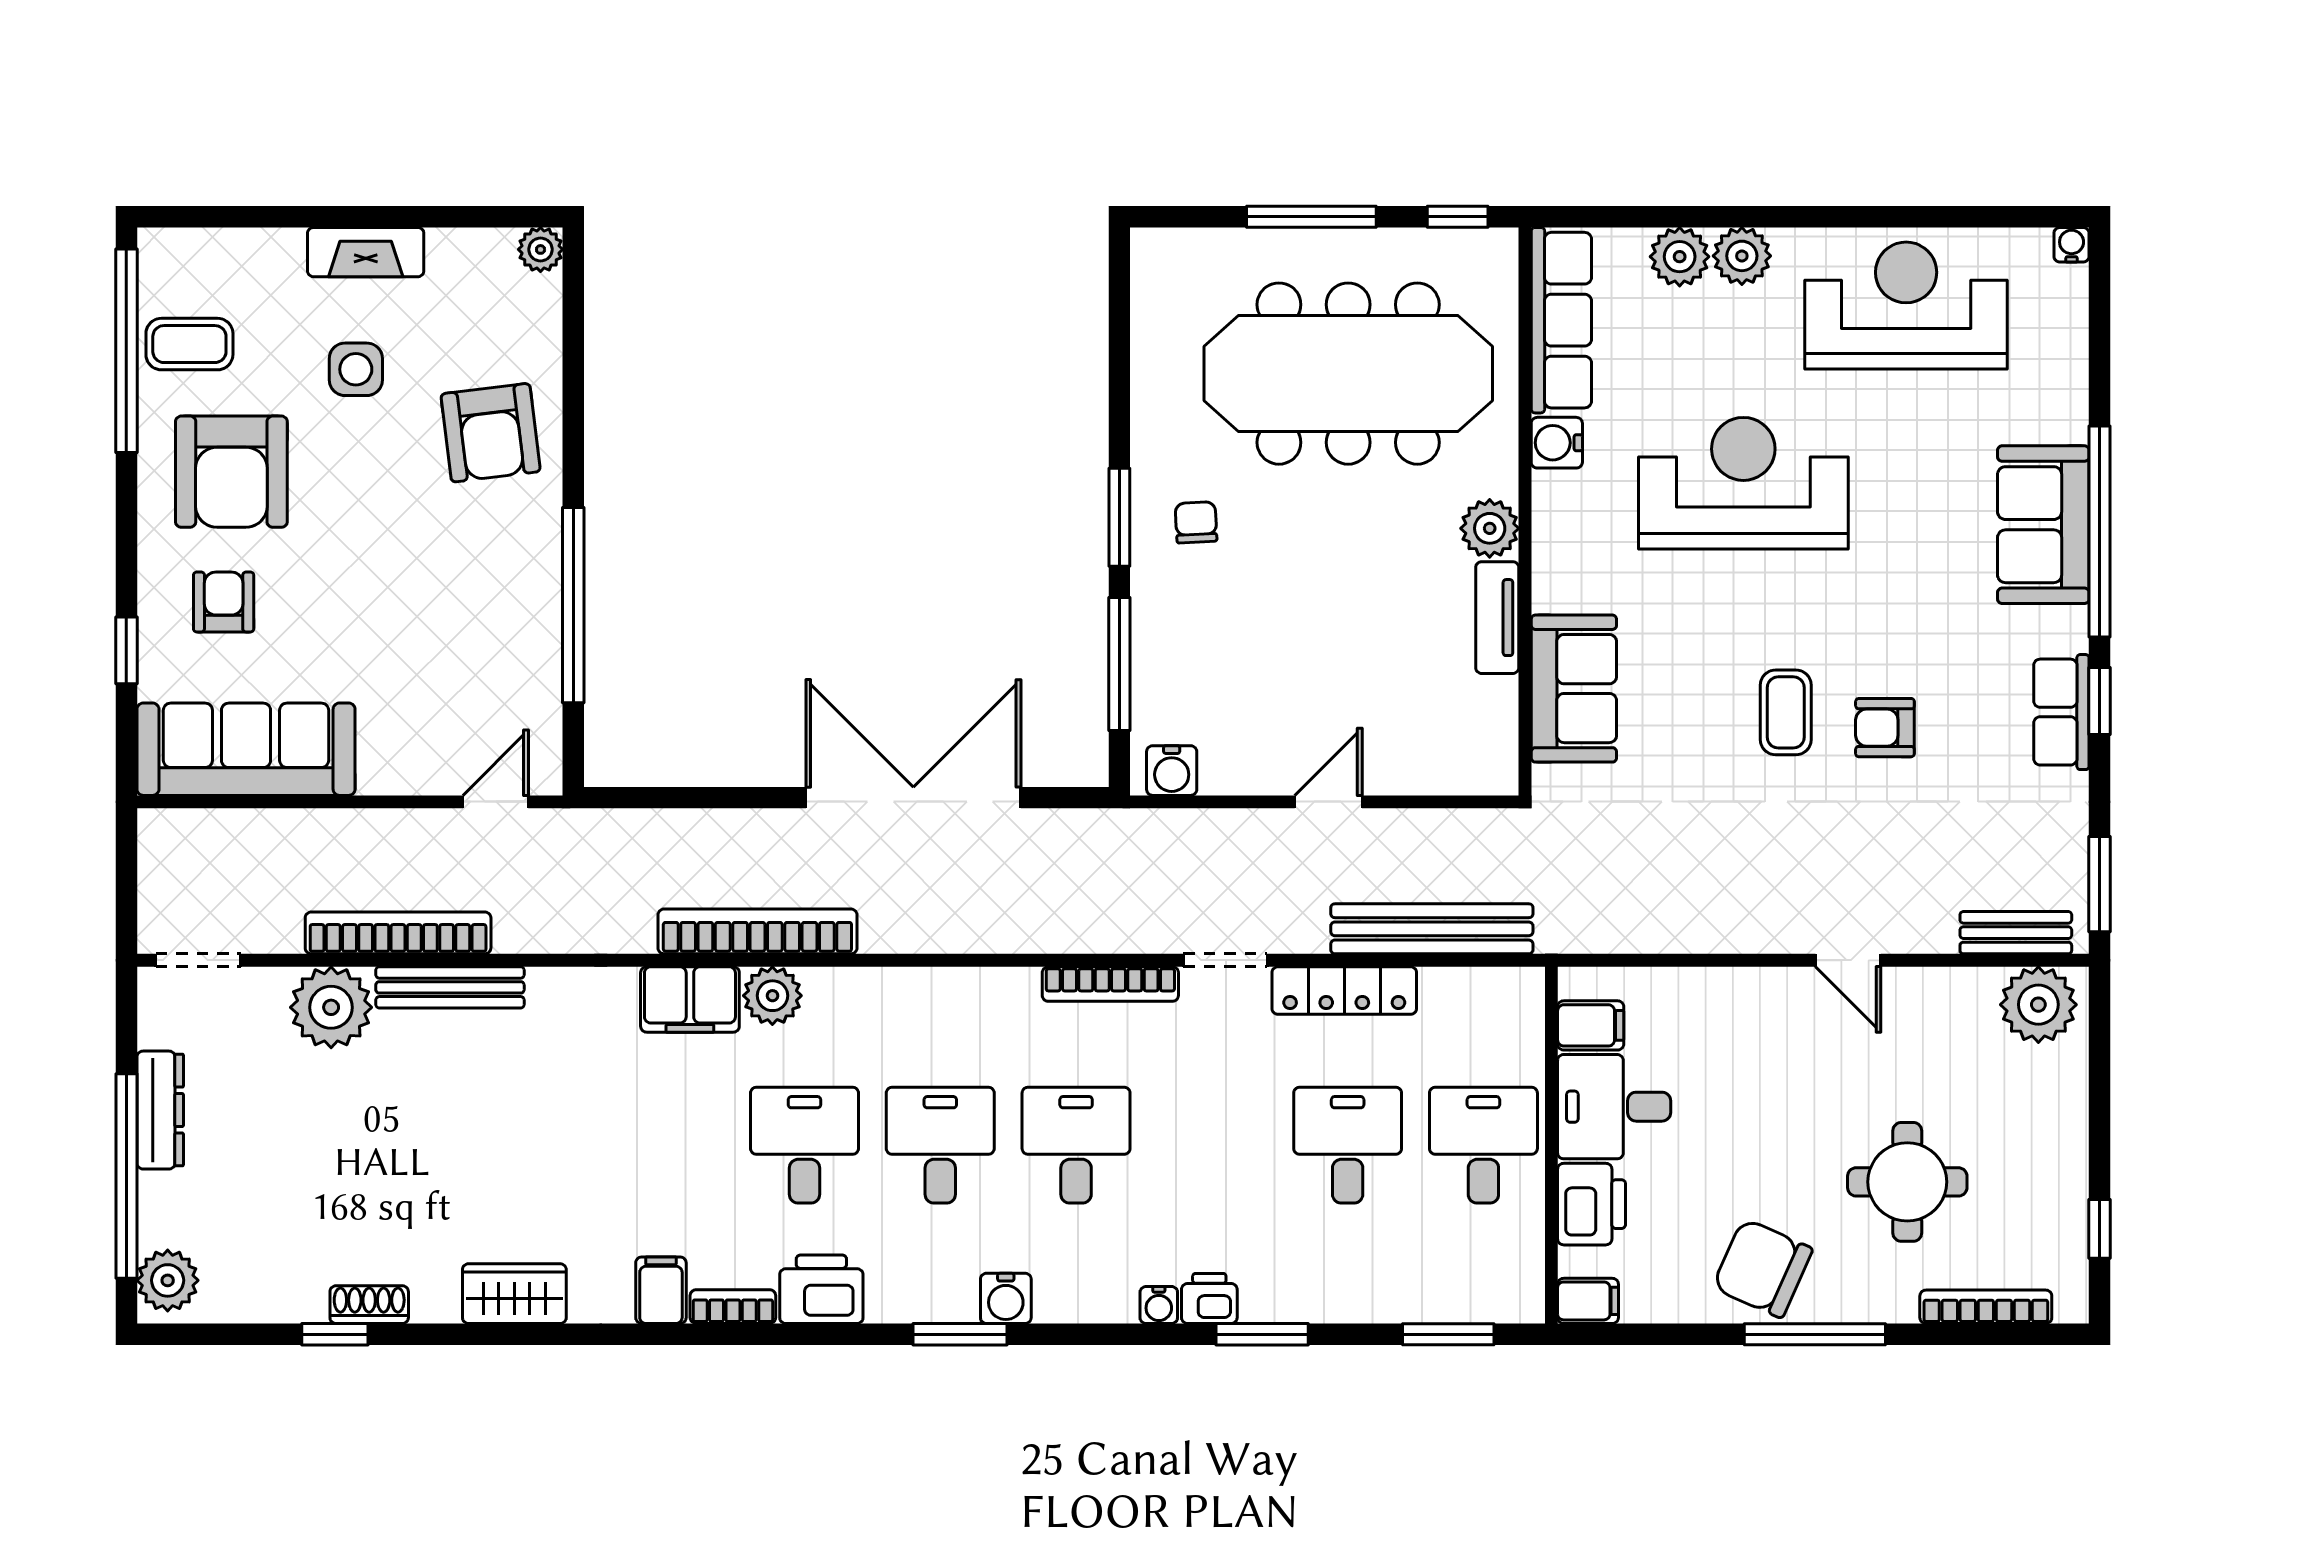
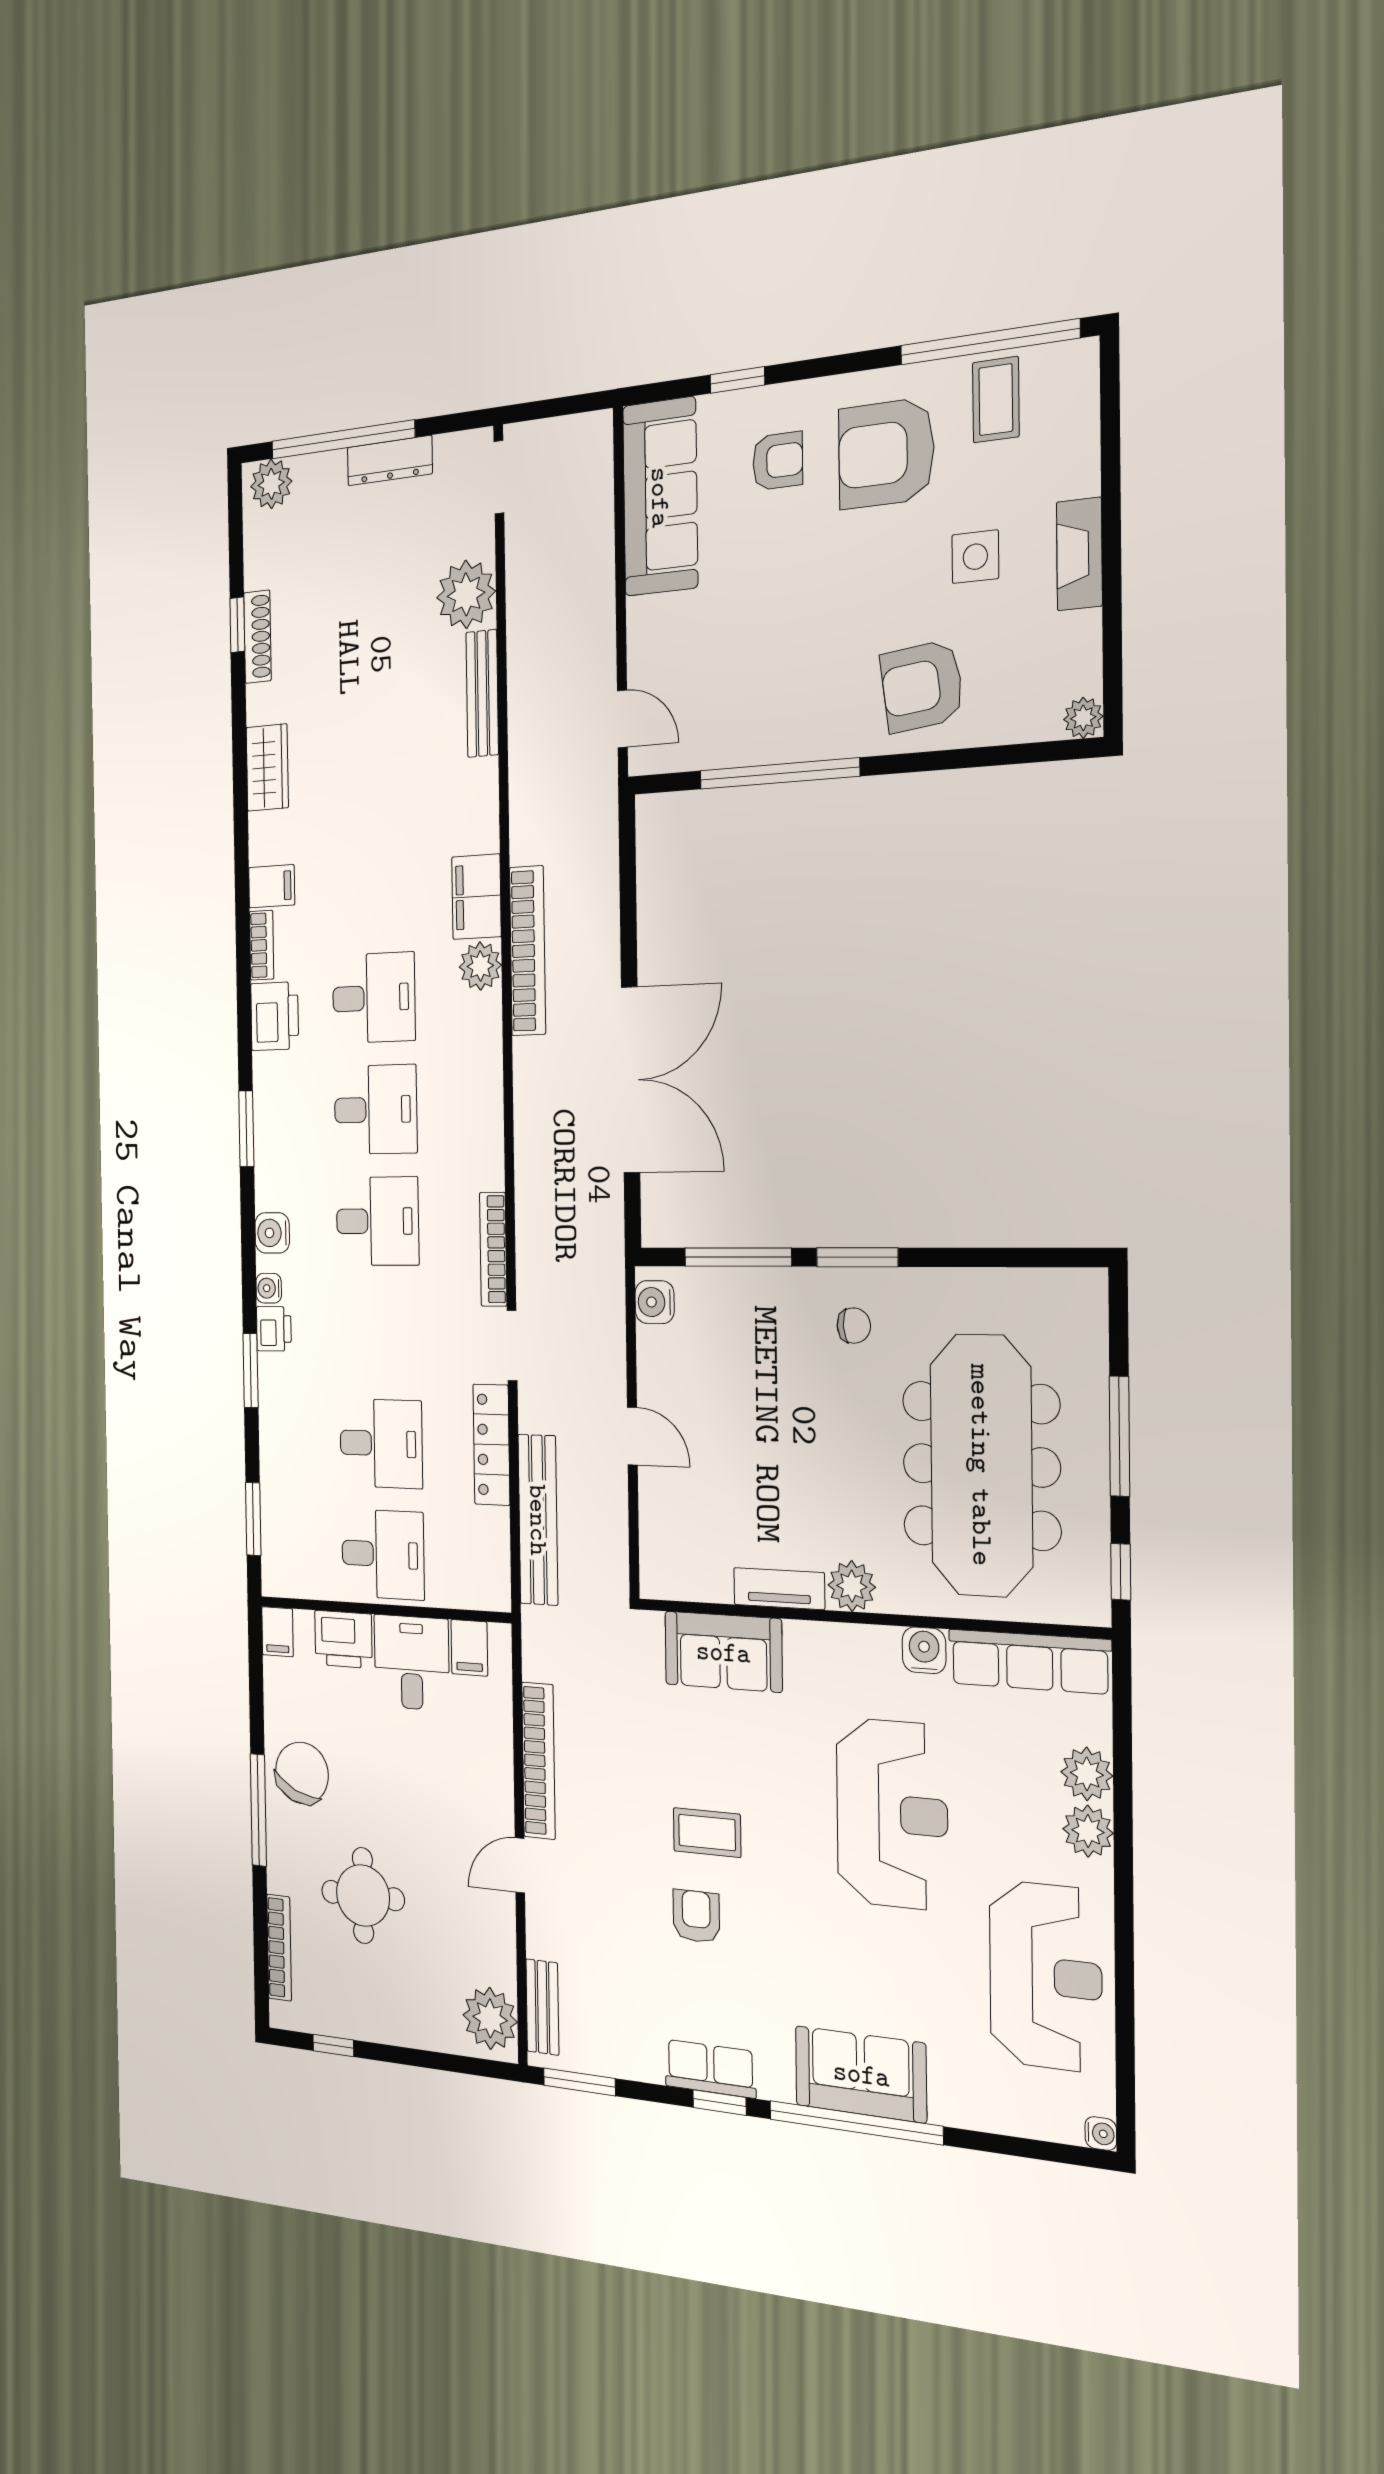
bookcase: (398, 933) -> (538, 1761), moved
water cooler: (1006, 1298) -> (272, 1233), moved
shoe rack: (369, 1305) -> (257, 637), width x1.43

